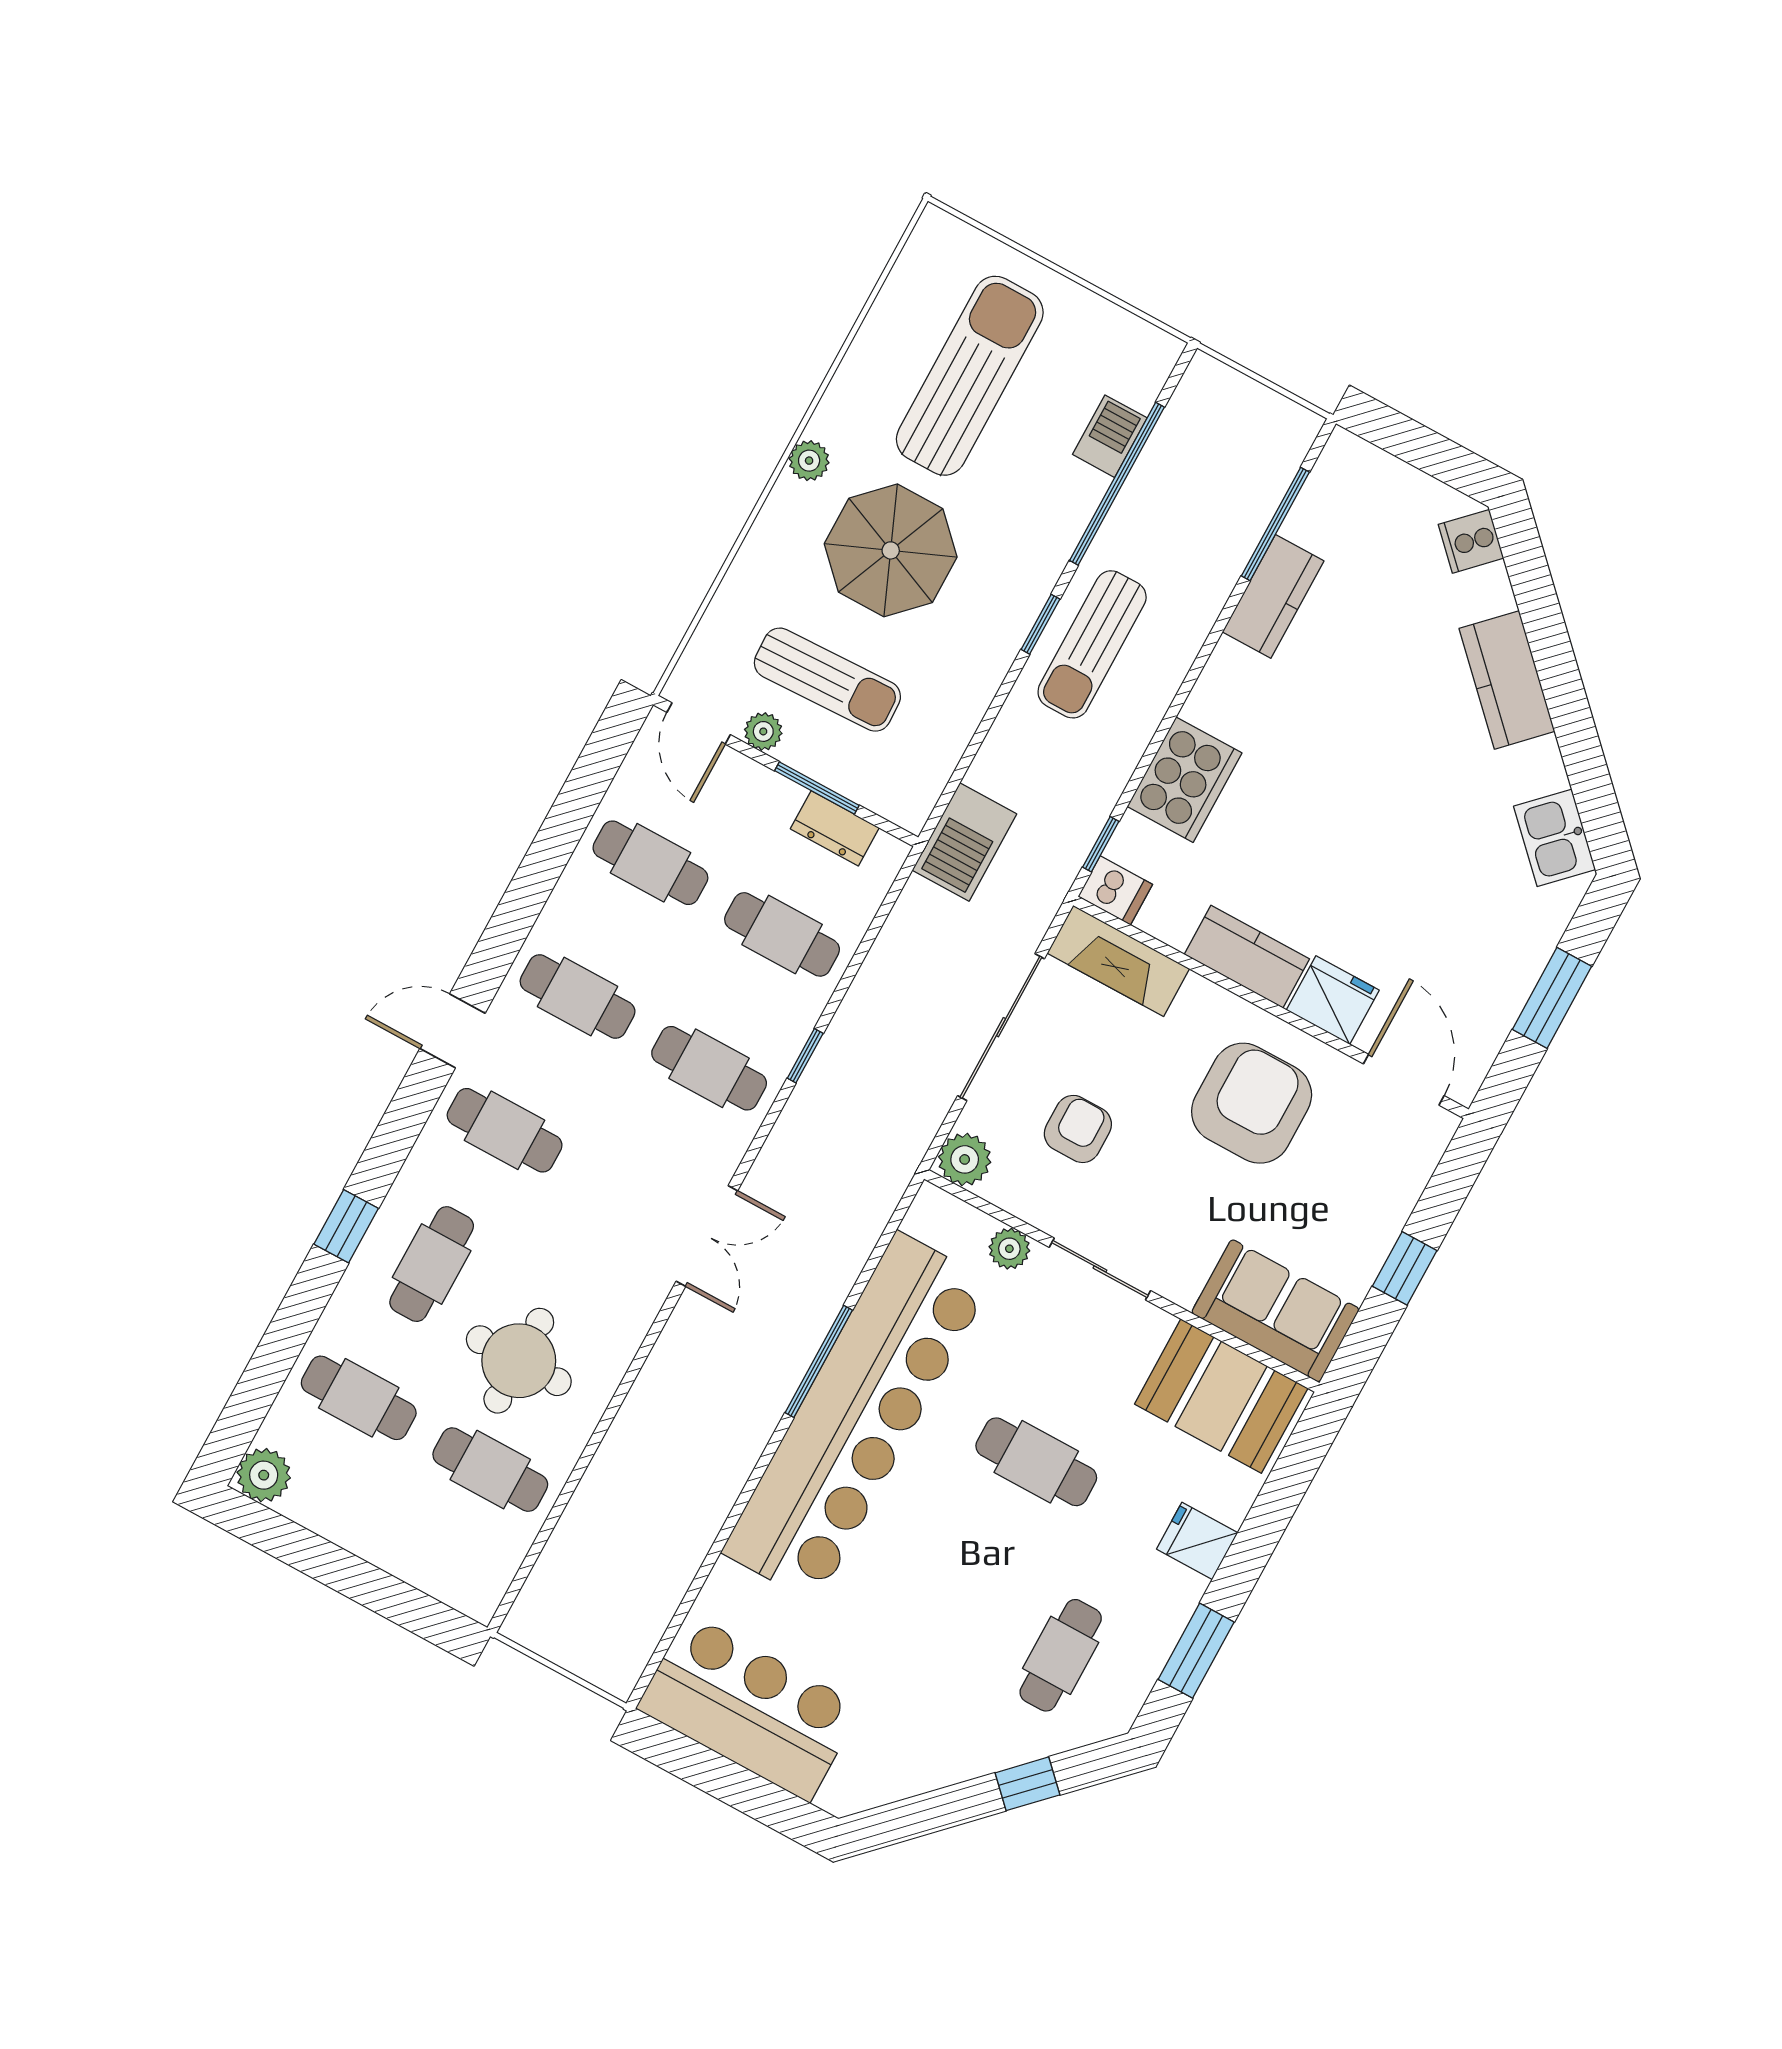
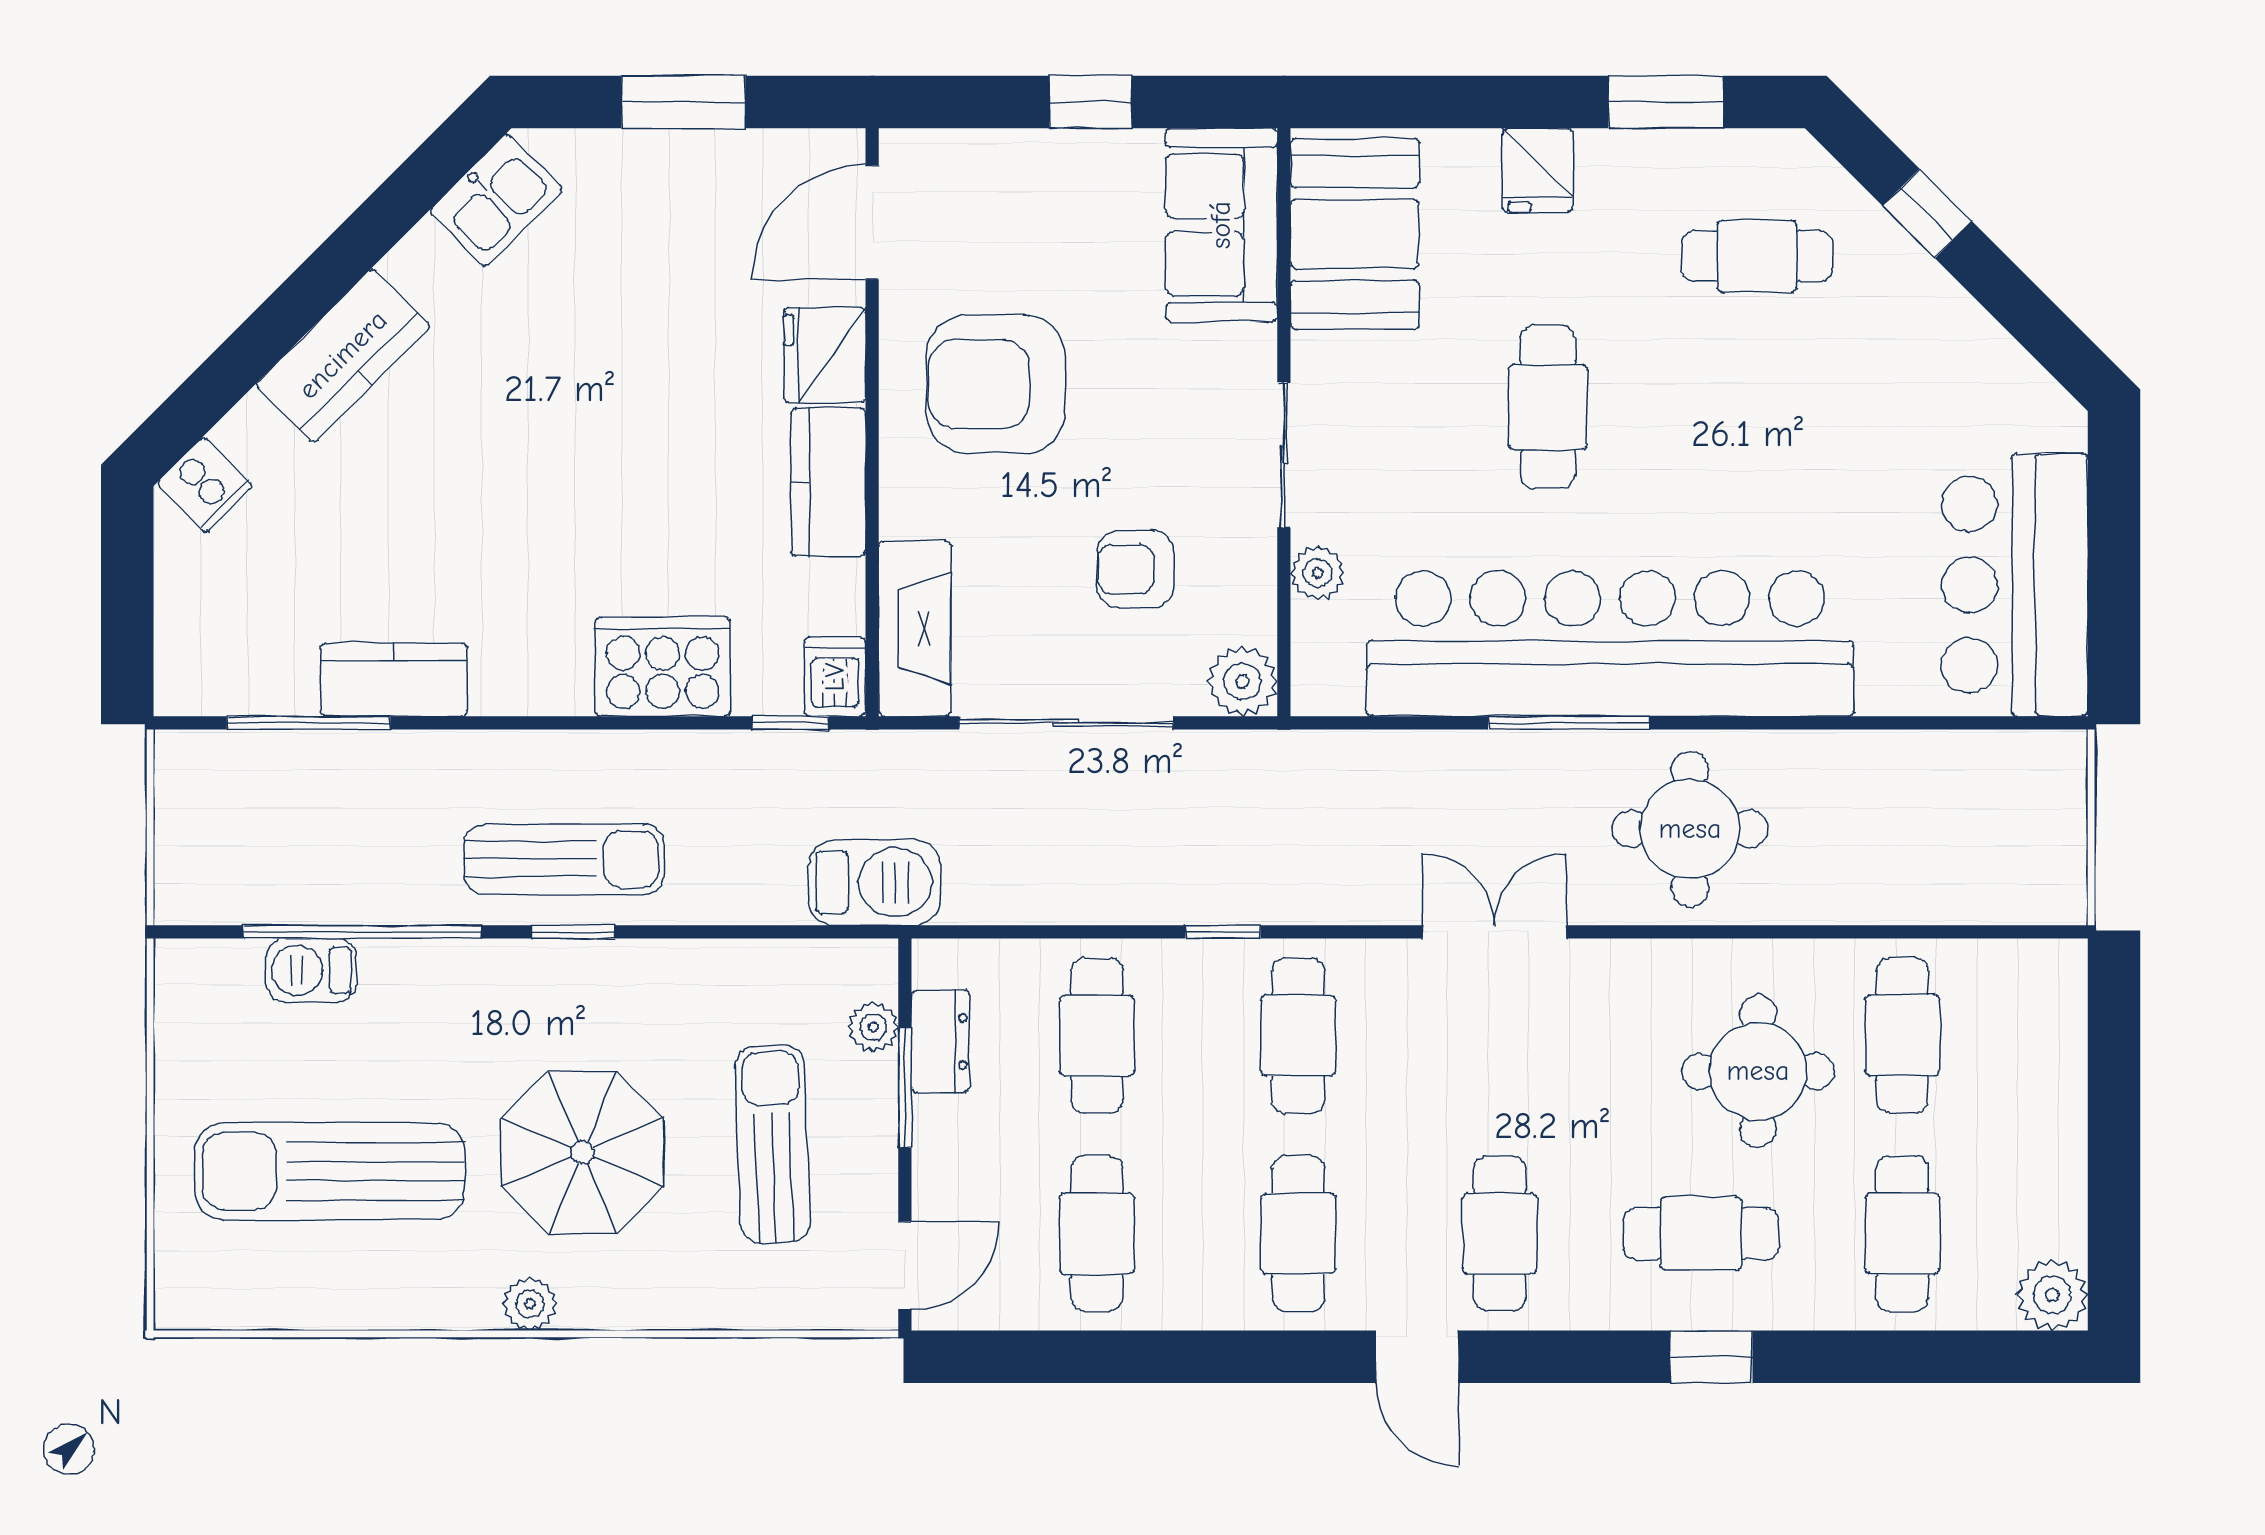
plant: (763, 731) -> (873, 1027), moved
round table: (704, 1403) -> (1690, 829), added

